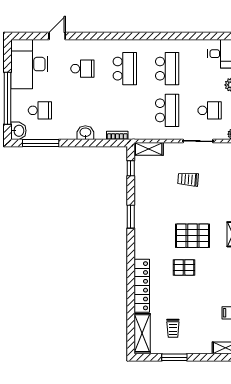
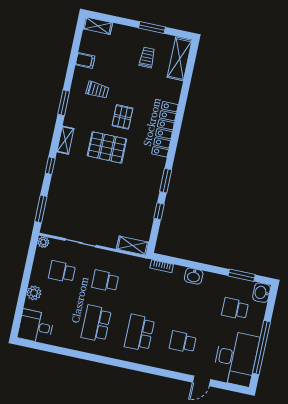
window: (8, 98) -> (261, 347), moved
school desk: (167, 110) -> (105, 281), width x0.54
window: (41, 143) -> (242, 275), width x0.69
window: (131, 168) -> (159, 211), moved
trolley: (188, 179) -> (97, 90), moved
pallet: (184, 267) -> (122, 117), turned 90
locker: (142, 286) -> (165, 129), moved

